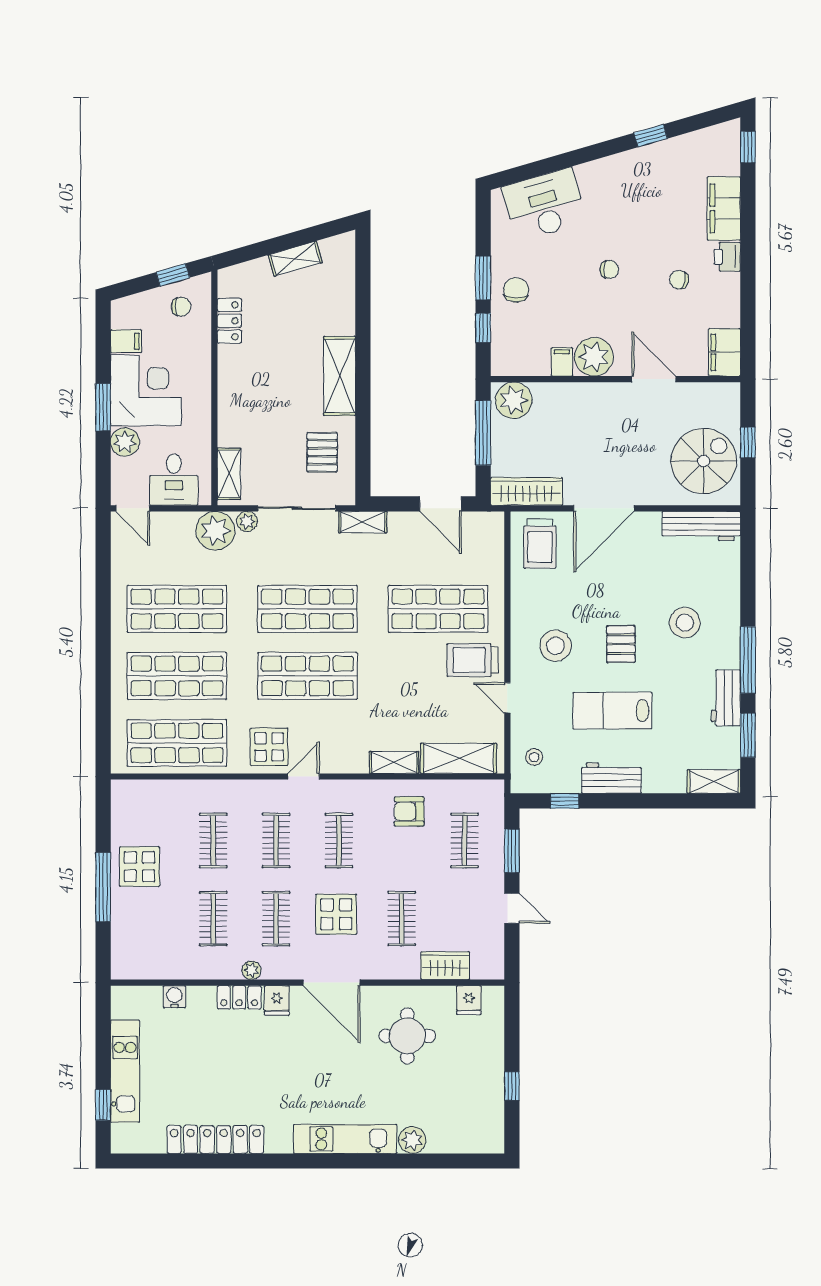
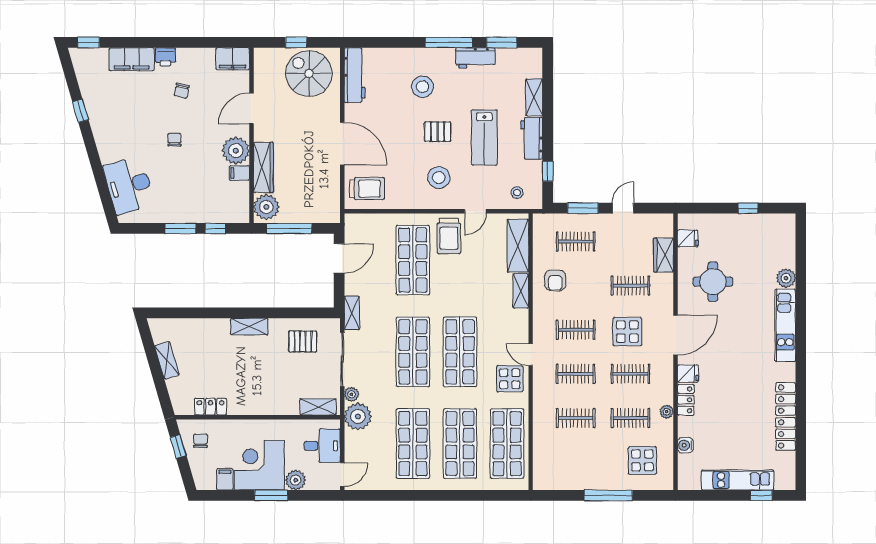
chair: (516, 290) -> (189, 205), removed
shelving: (340, 376) -> (249, 326), width x0.67, depth x0.75
wardrobe: (527, 491) -> (263, 167), moved, turned 180
shelving: (714, 781) -> (534, 97), moved
display table: (139, 867) -> (642, 460), moved
plant: (252, 970) -> (667, 412), moved

